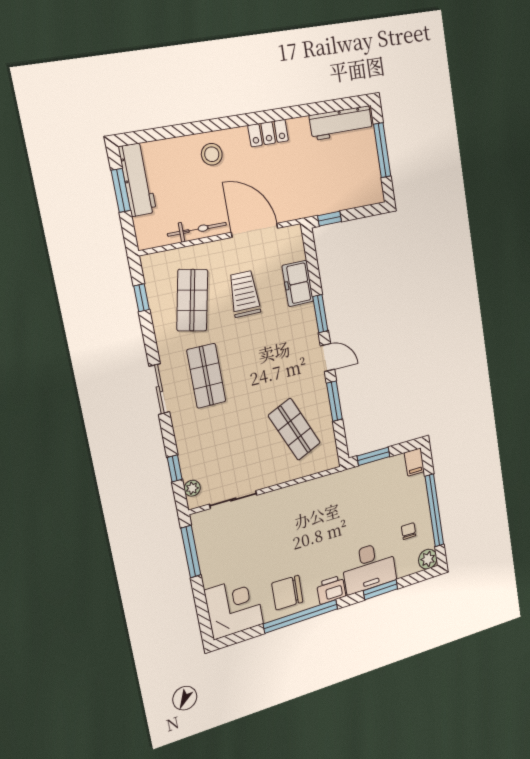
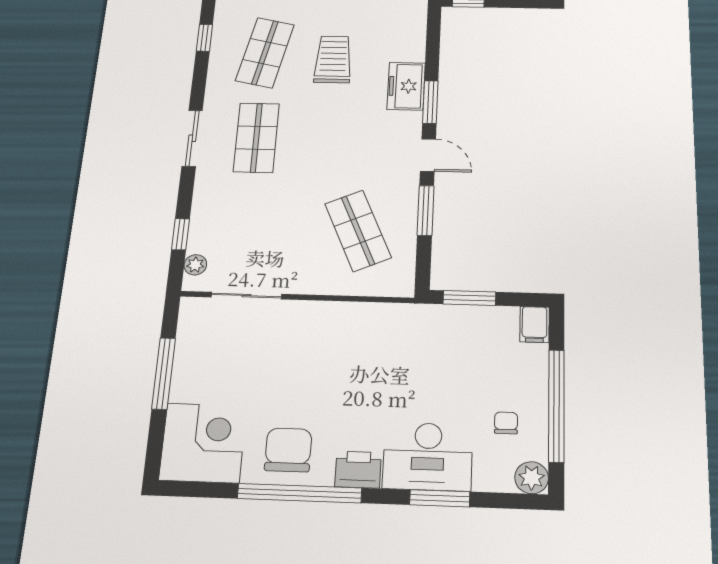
freezer: (298, 283) -> (406, 86), moved
window: (191, 552) -> (164, 373), moved
chair: (287, 593) -> (288, 450), turned 89

